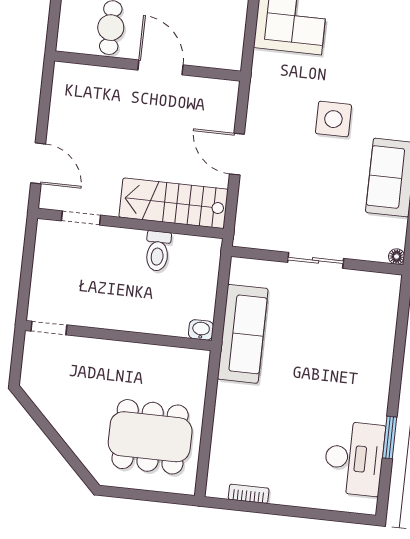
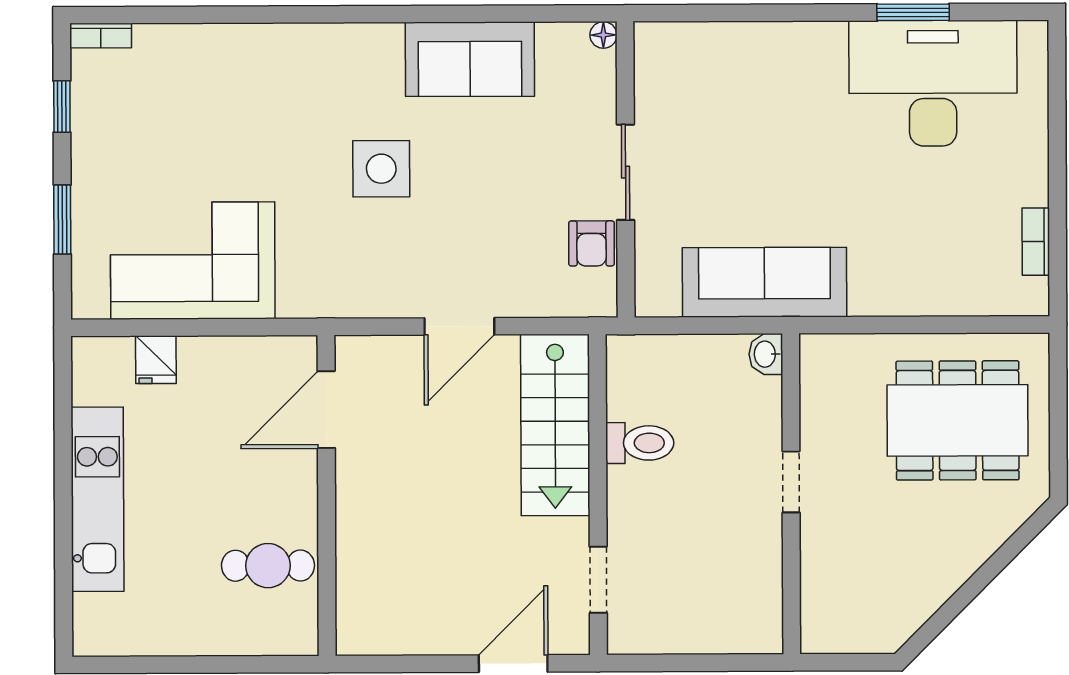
door: (160, 67) -> (326, 410), moved
armchair: (276, 236) -> (591, 243), added
doorway: (49, 328) -> (791, 482), moved
dining table: (150, 437) -> (958, 420), turned 90
desk: (354, 458) -> (933, 83), width x1.36, depth x1.30

